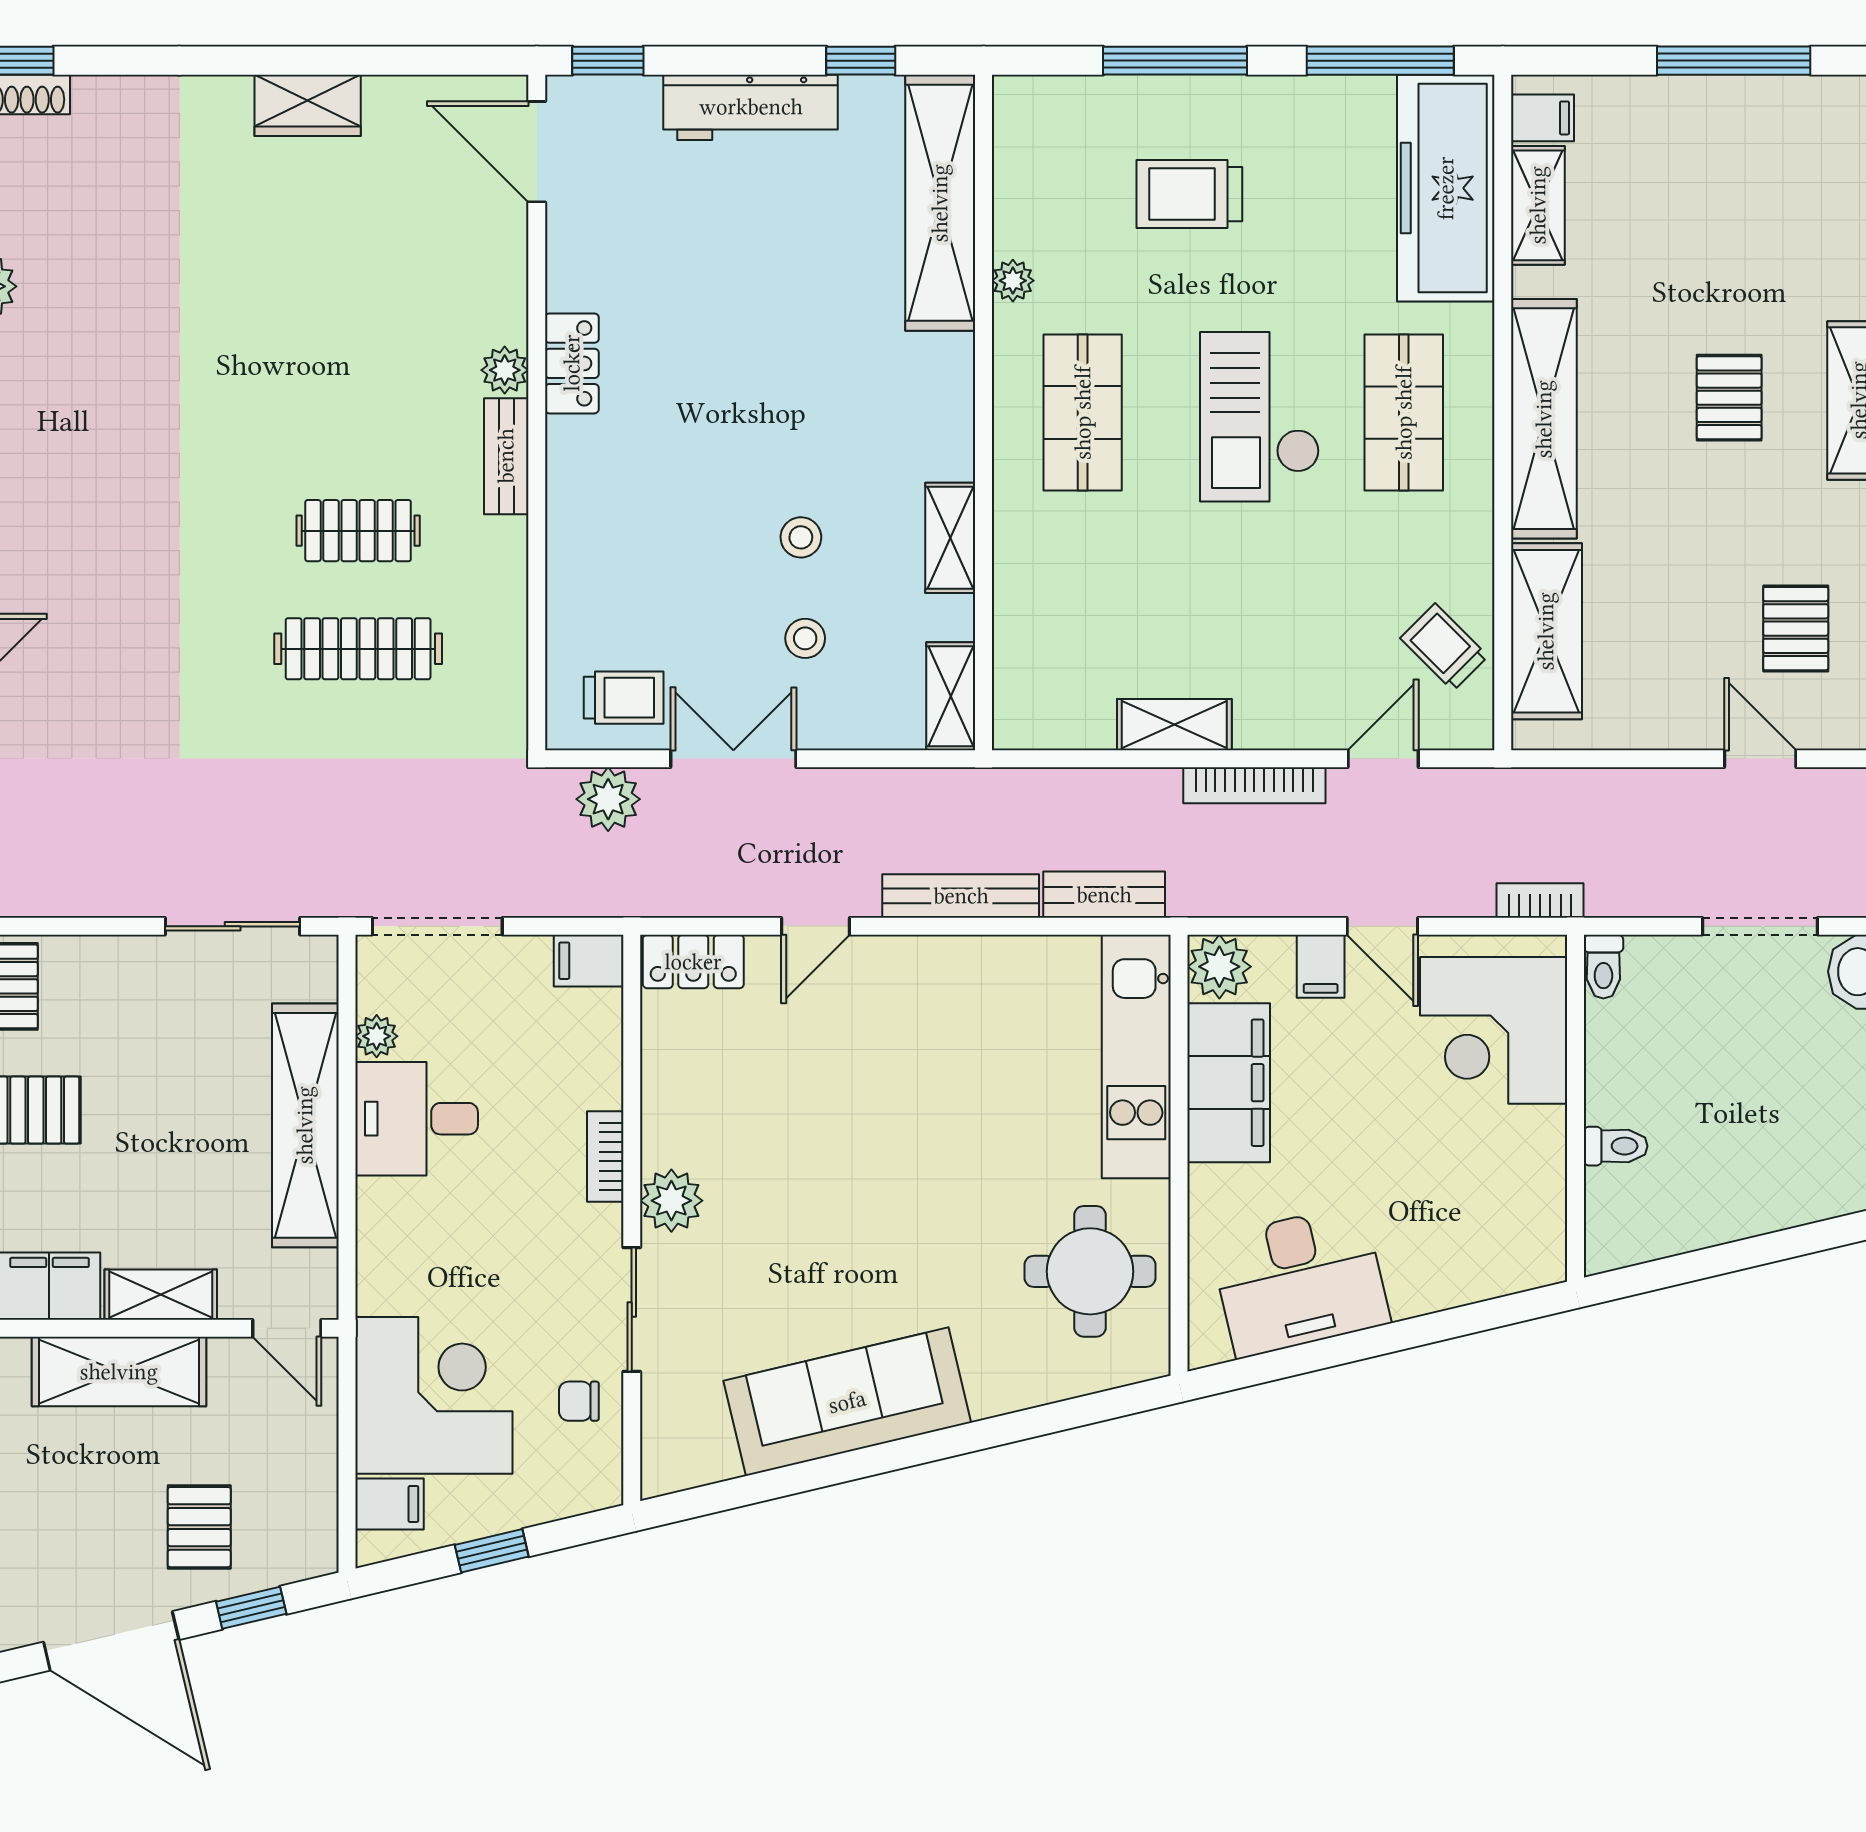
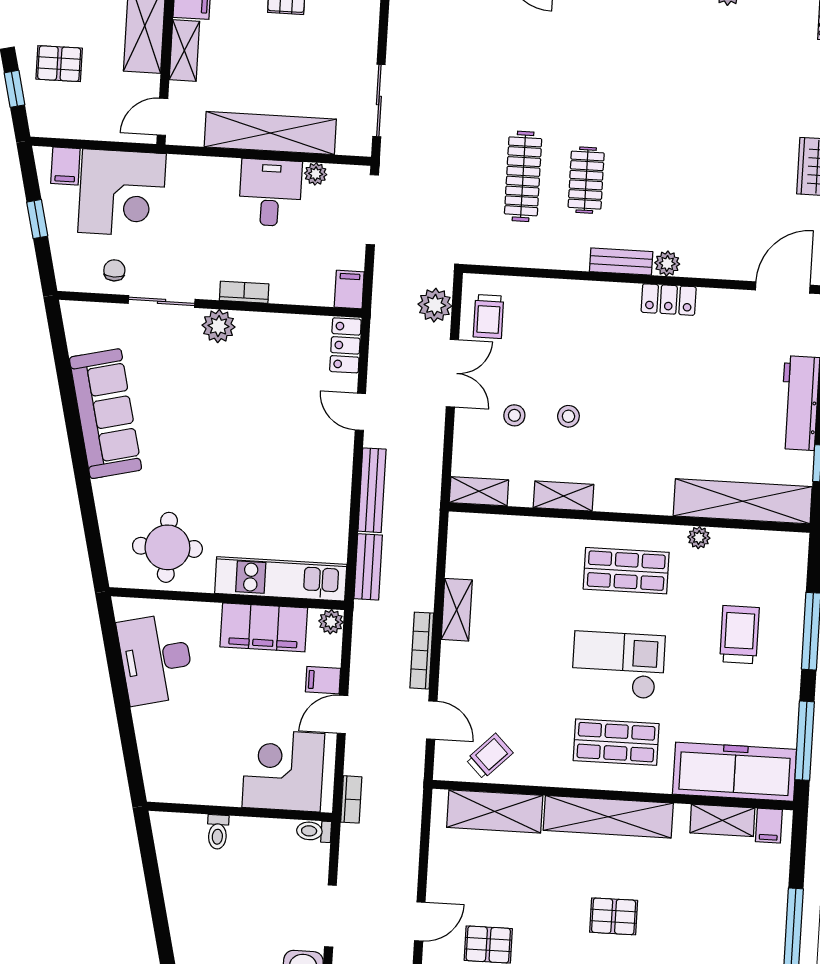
plant: (1219, 967) -> (331, 622), width x0.73, depth x0.73

